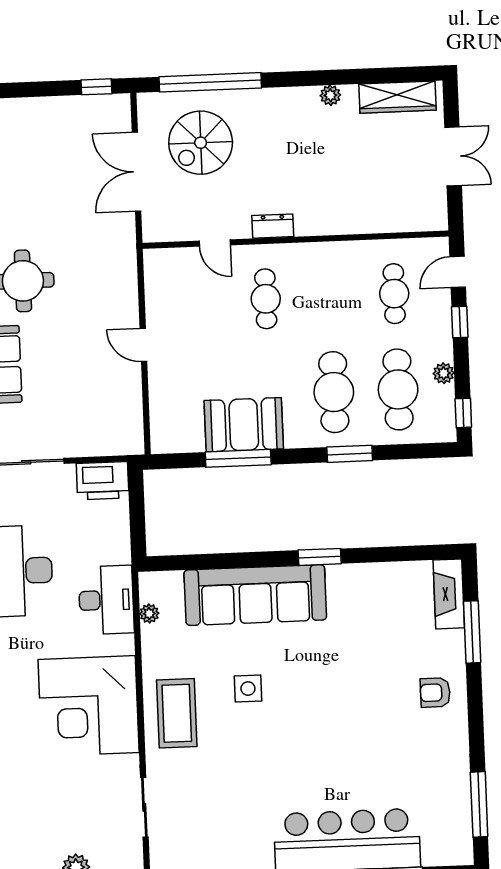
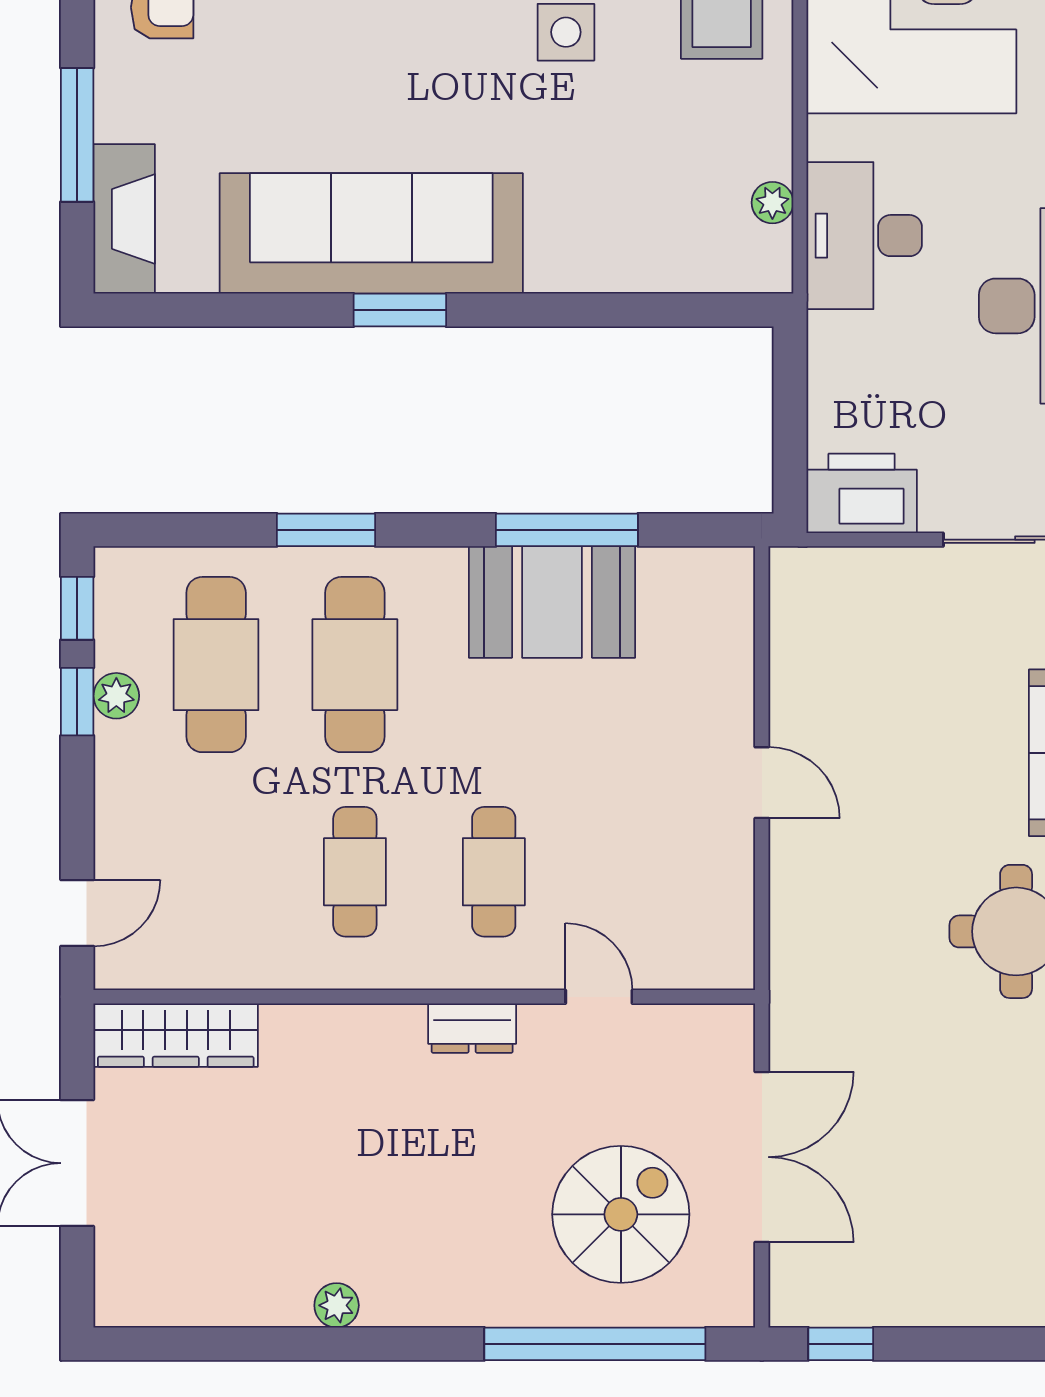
wardrobe: (398, 97) -> (176, 1035), moved, turned 180
cafe table: (394, 294) -> (355, 872), moved
window: (460, 322) -> (77, 702), moved
sofa: (255, 595) -> (371, 233), moved

